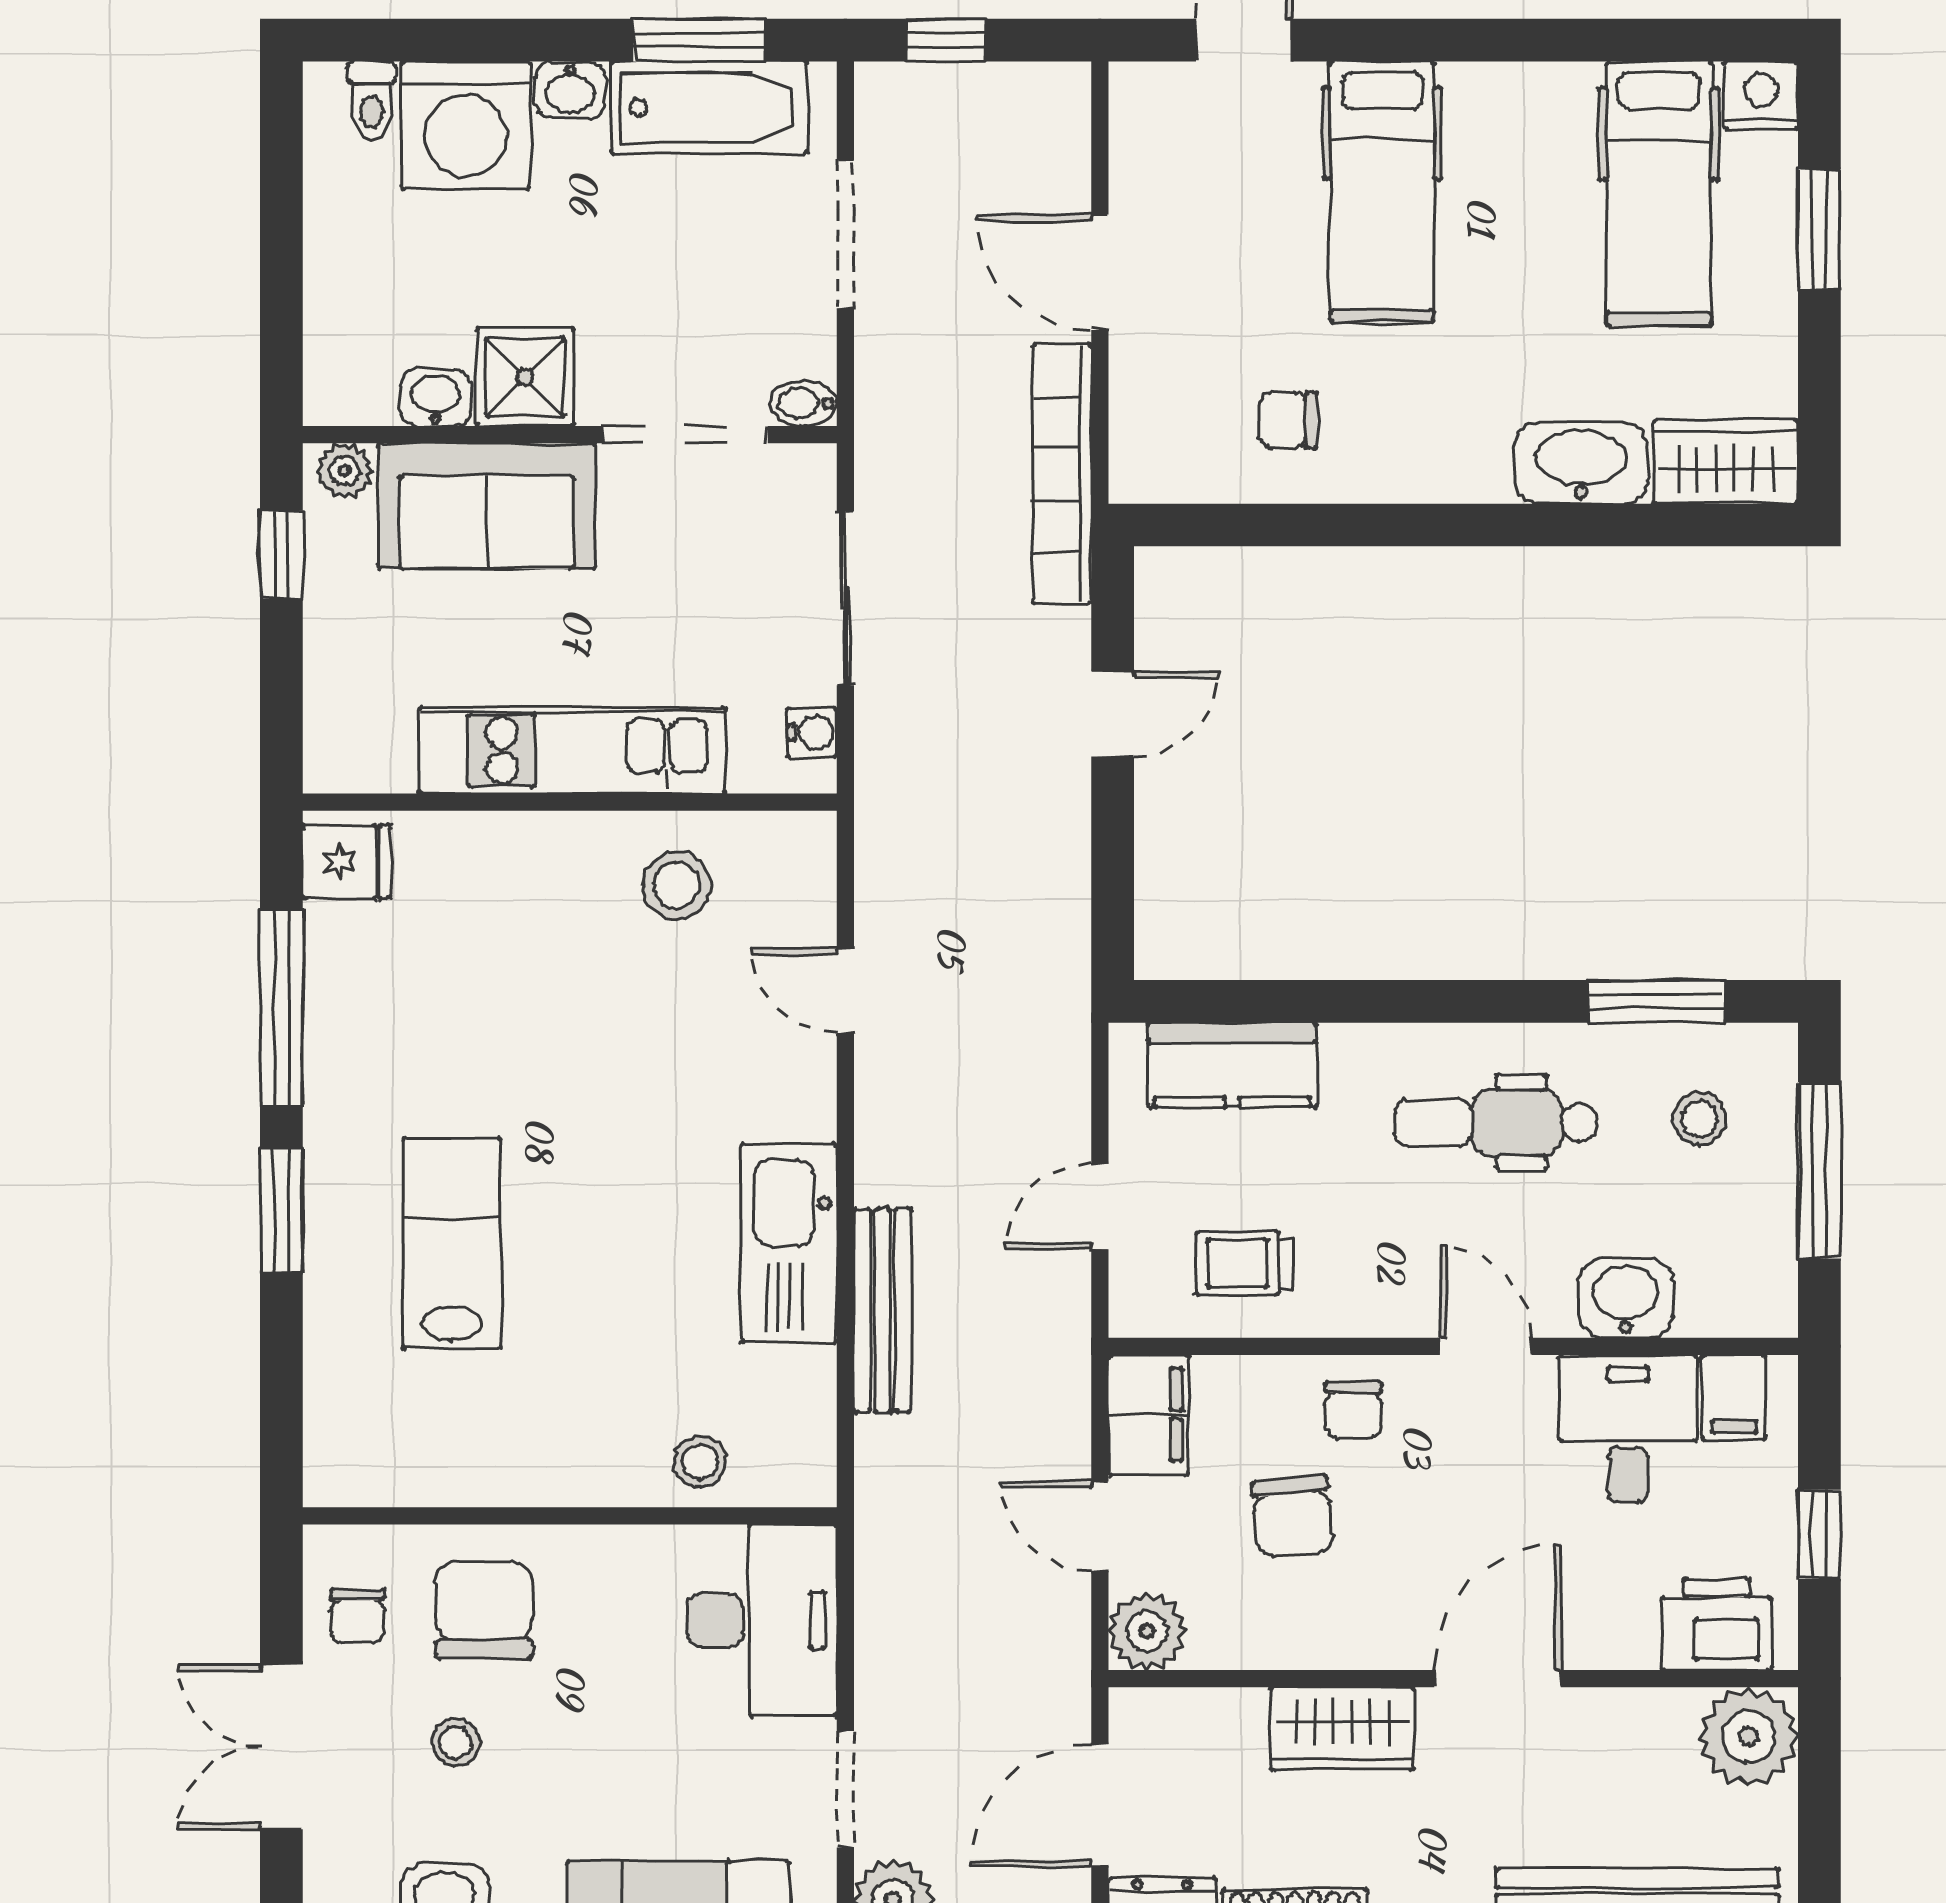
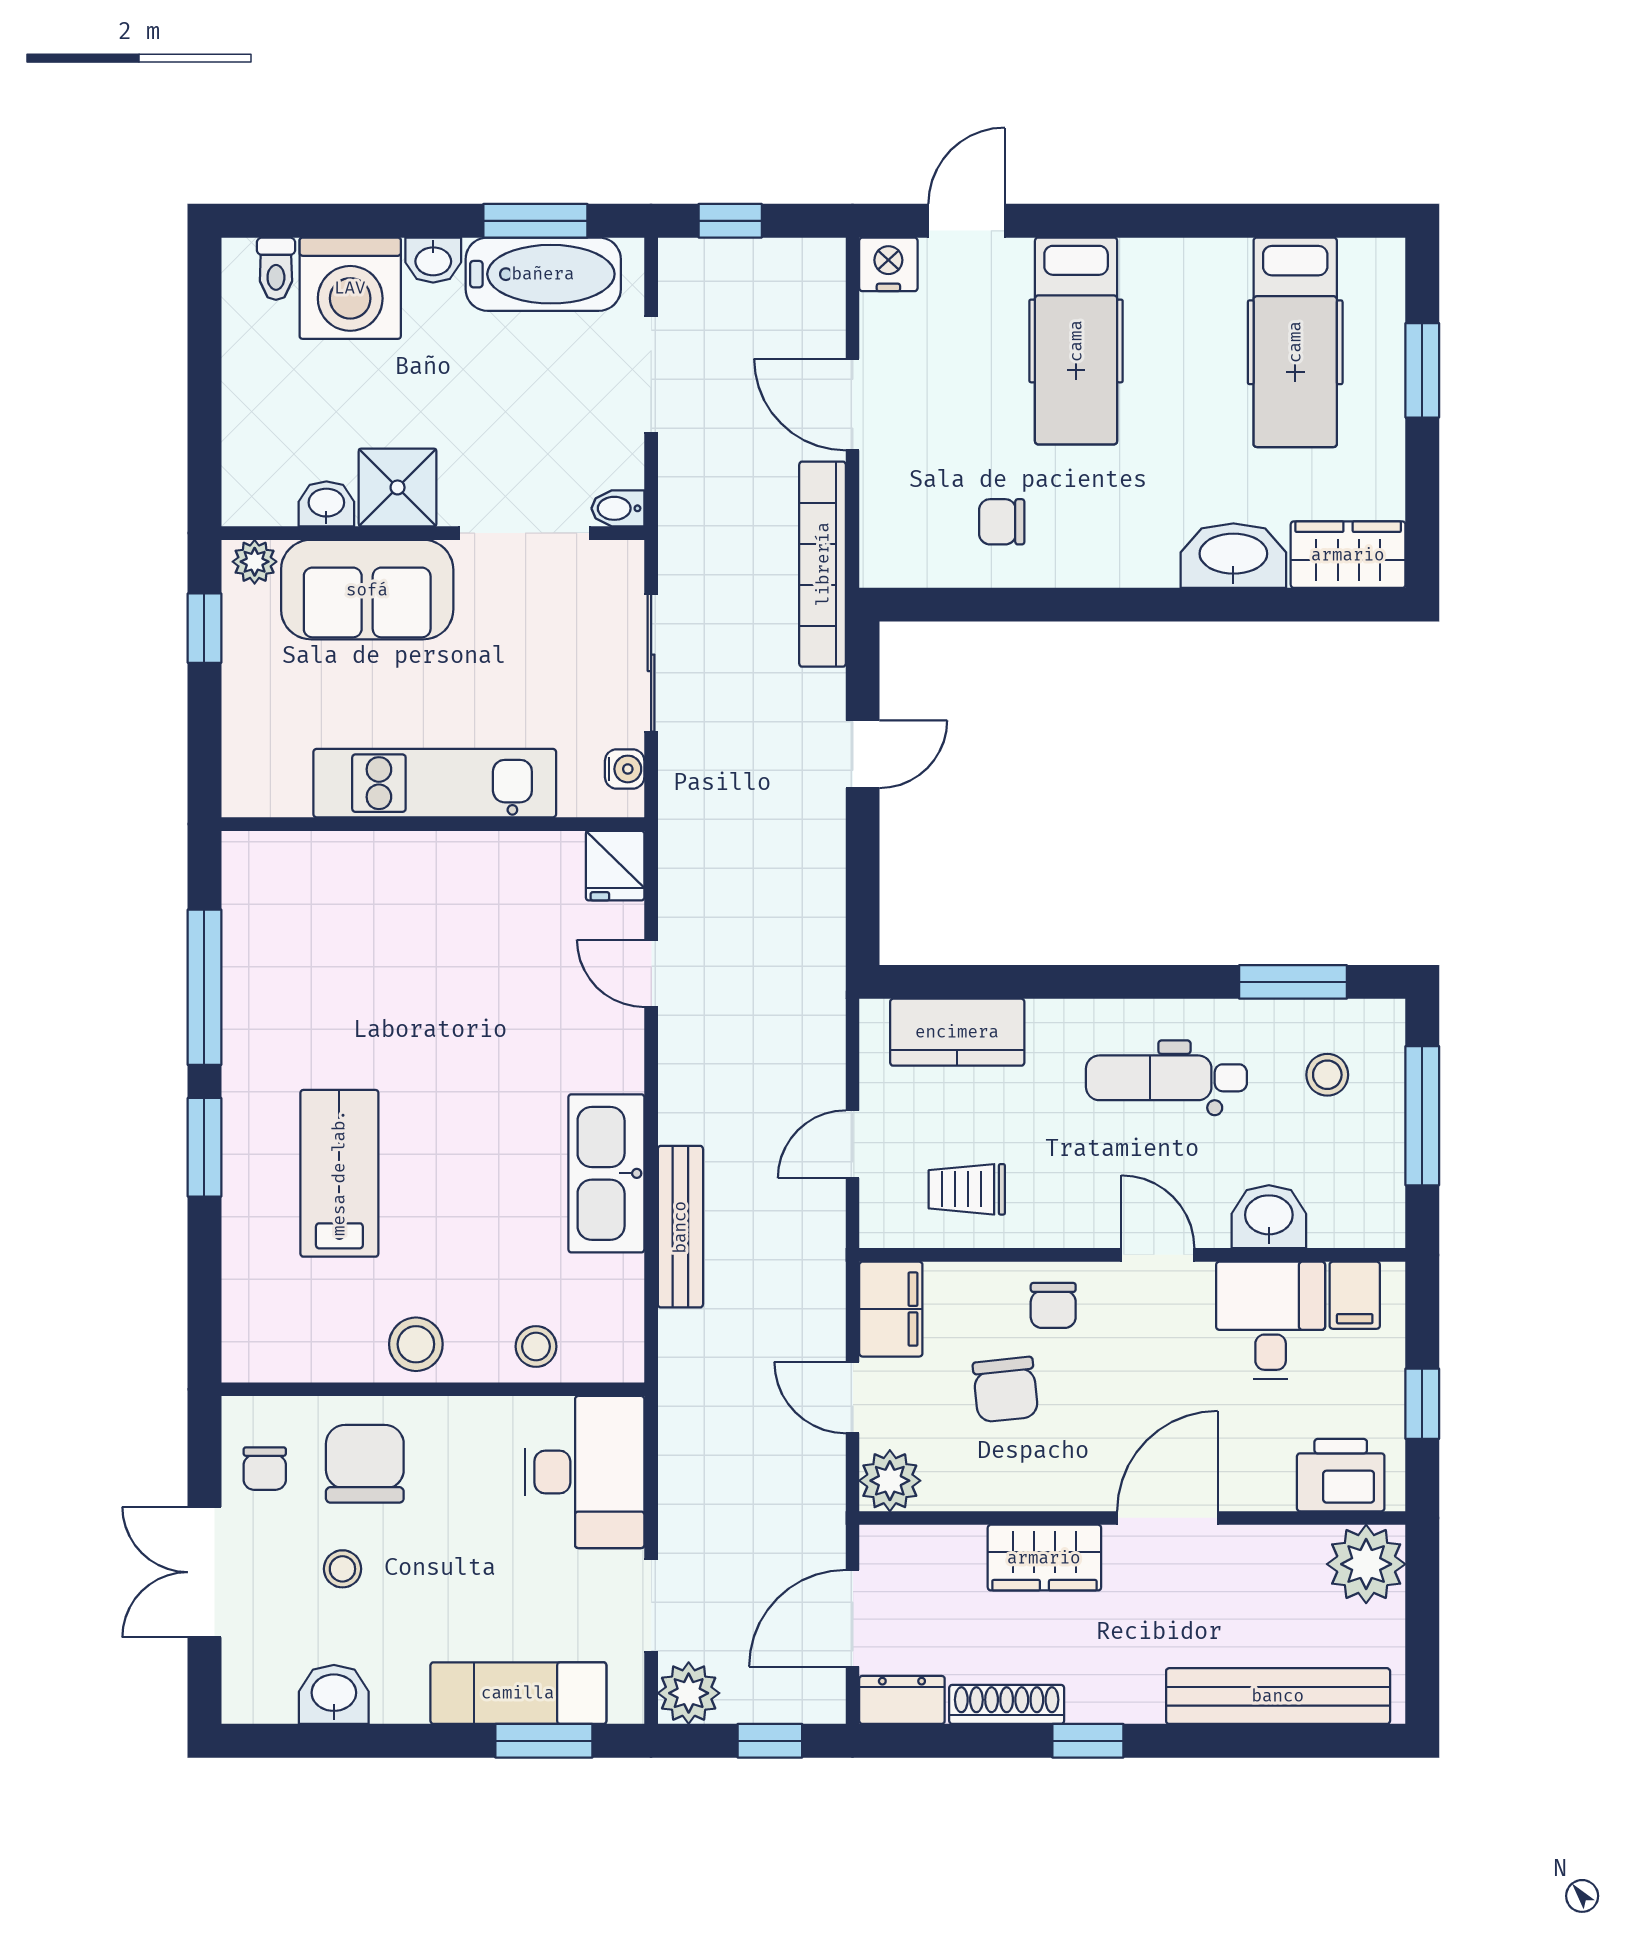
nightstand: (1761, 95) -> (888, 264), moved
fridge: (347, 862) -> (615, 866), moved, turned 90
stool: (677, 885) -> (416, 1344), moved

